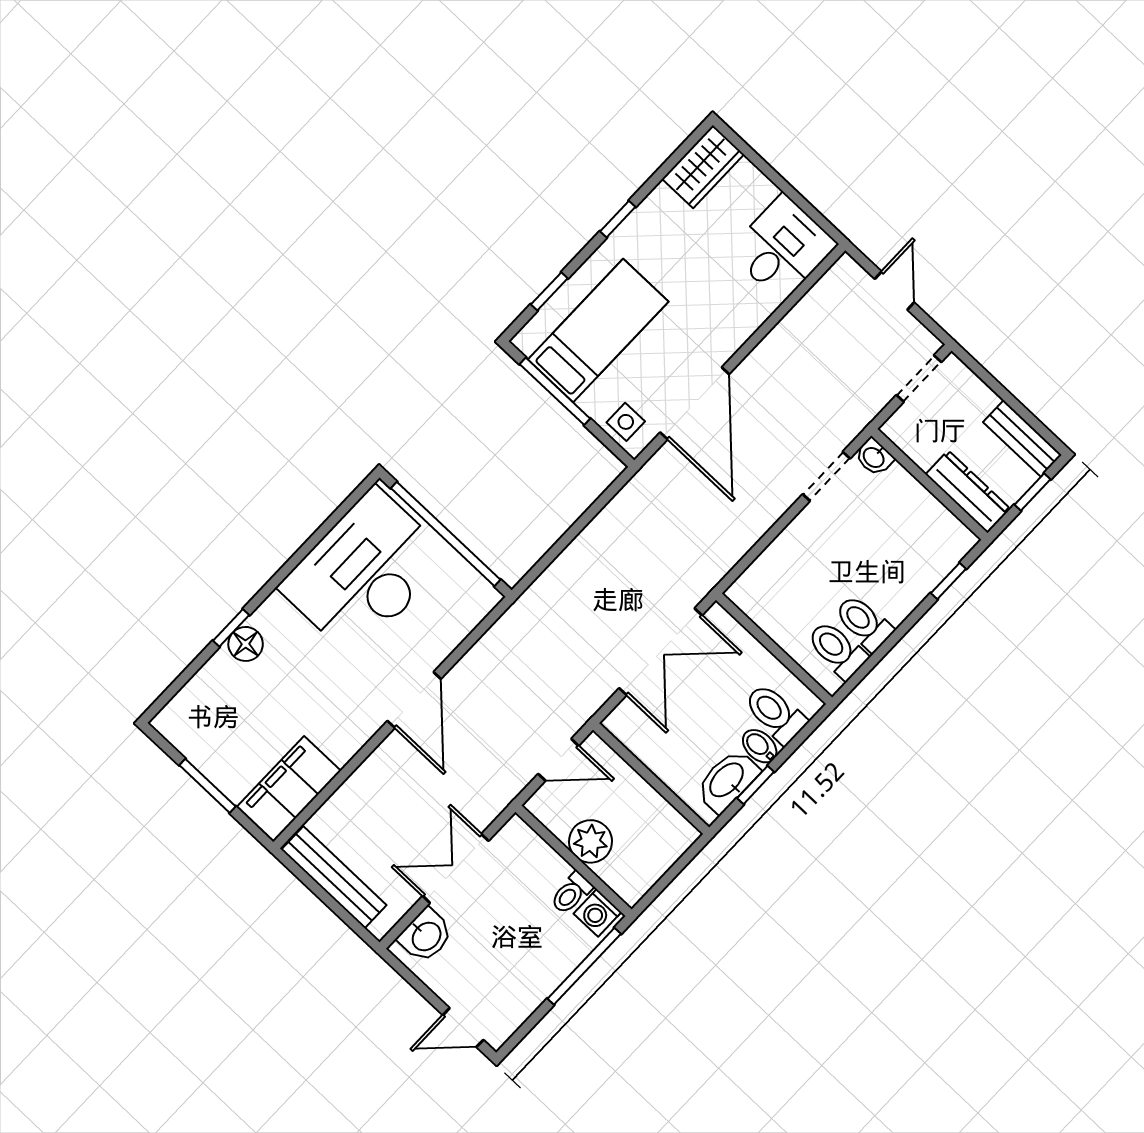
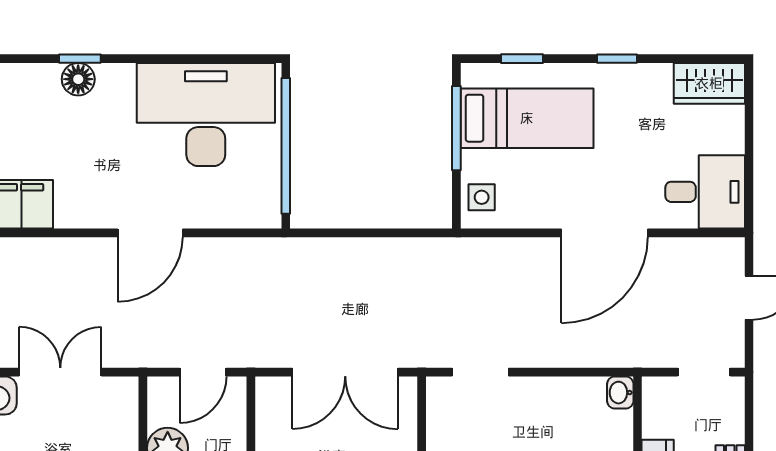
door: (695, 403) -> (604, 233), moved
doorway: (826, 476) -> (480, 372), moved
door: (558, 760) -> (203, 372), hinge flipped

